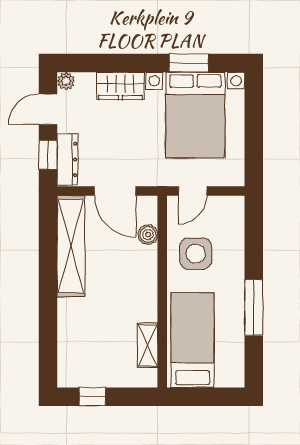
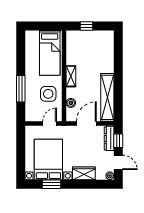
door: (48, 109) -> (118, 162), hinge flipped
door: (115, 191) -> (86, 124), hinge flipped
window: (254, 308) -> (21, 89), moved
shelving: (148, 345) -> (71, 76), moved
window: (92, 397) -> (87, 26), moved

